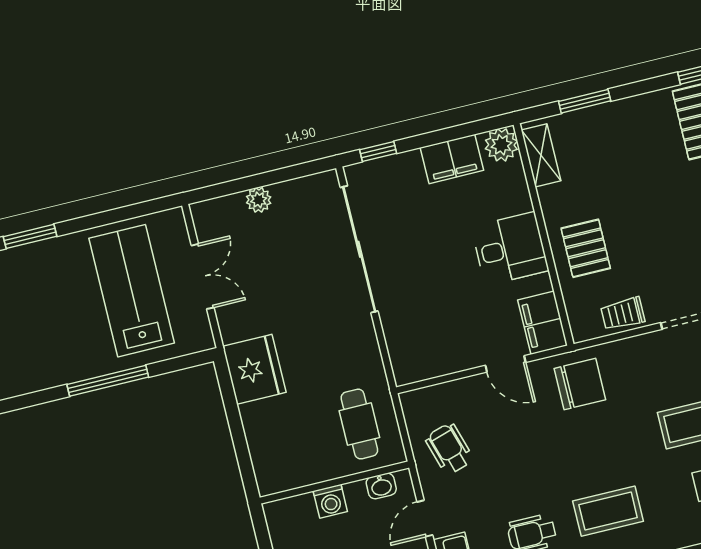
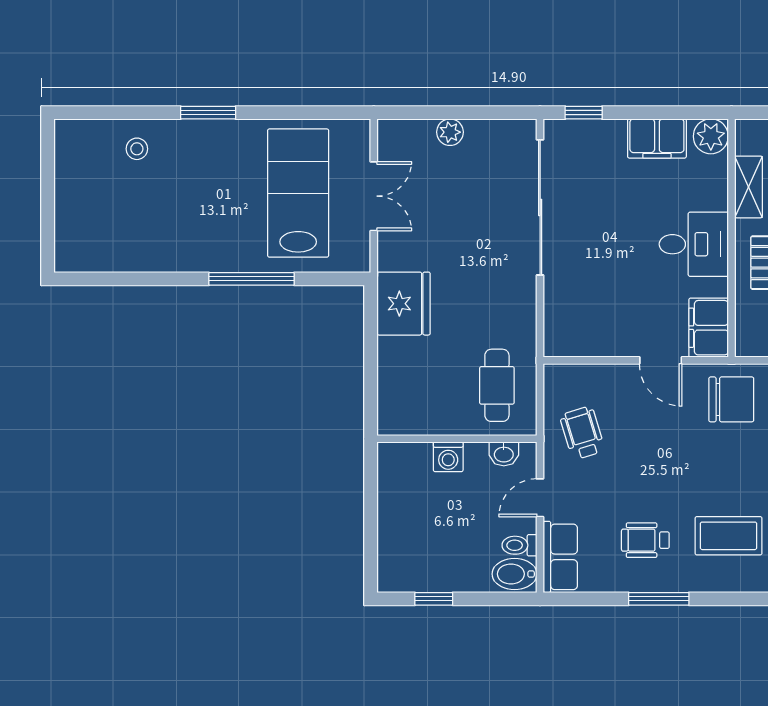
shelving: (541, 155) -> (748, 187), moved

